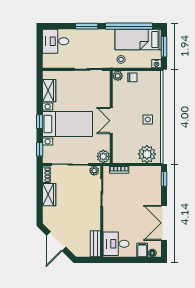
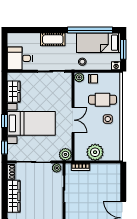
window: (87, 26) -> (49, 30), removed
cot: (90, 36) -> (53, 39), added
desk: (56, 41) -> (20, 58), moved
cafe table: (142, 99) -> (102, 100), added
double door: (111, 121) -> (73, 120), swing flipped
plant: (147, 154) -> (95, 152), moved
window: (164, 179) -> (123, 176), removed
wardrobe: (49, 195) -> (14, 196), width x1.50

